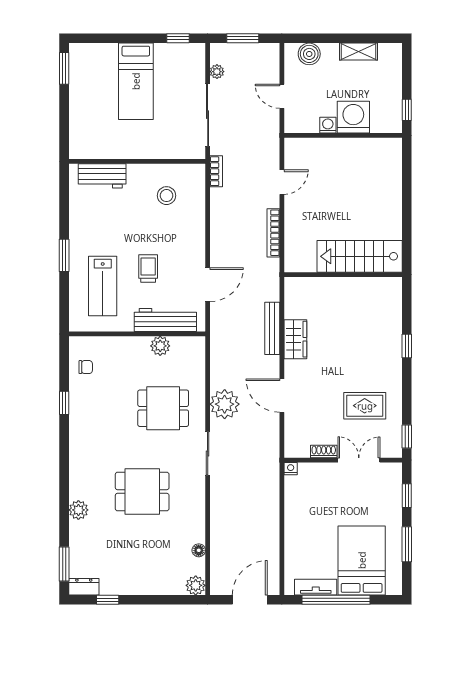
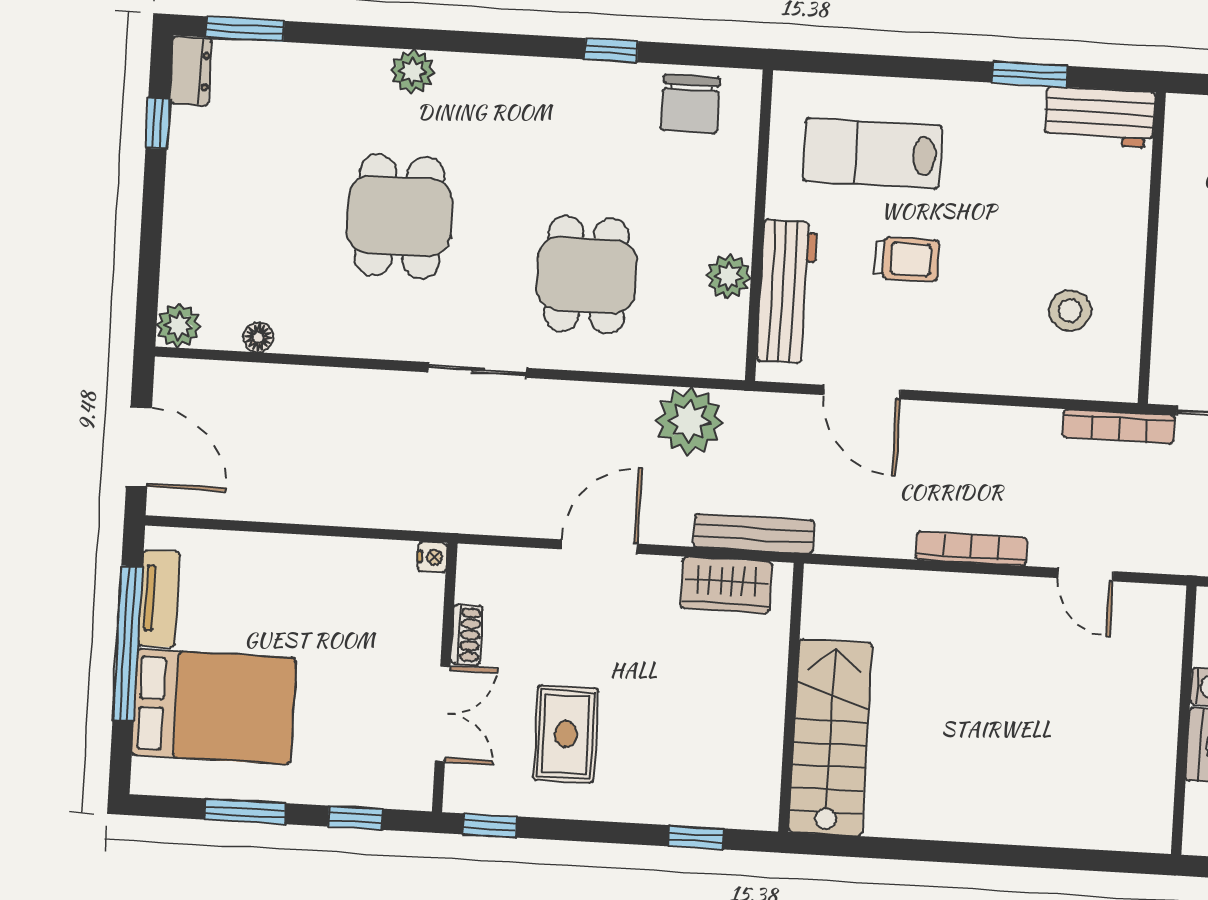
bookcase: (216, 171) -> (1119, 426), width x1.56
workbench: (102, 176) -> (1100, 117), moved, turned -90
window: (64, 255) -> (1030, 74), moved
stairs: (360, 256) -> (830, 737), moved
wall: (343, 275) -> (791, 697), moved
chair: (86, 367) -> (690, 104), width x1.87, depth x1.87
plant: (225, 404) -> (689, 421), moved
plant: (78, 510) -> (412, 71), moved

